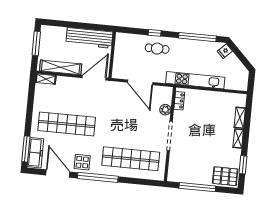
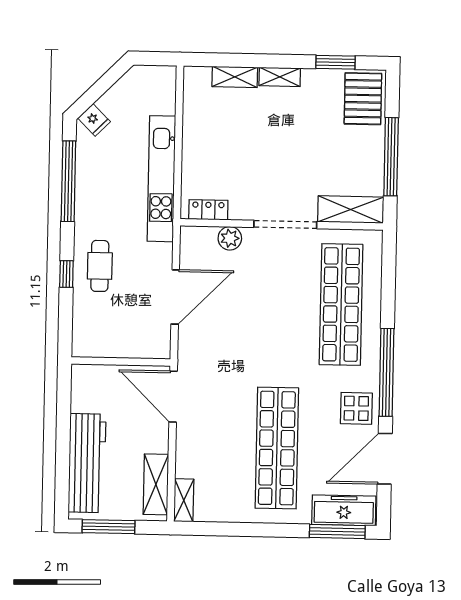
workbench: (89, 38) -> (87, 463), moved
shelving: (61, 67) -> (156, 484), width x0.68
shelving: (174, 167) -> (351, 209), added

